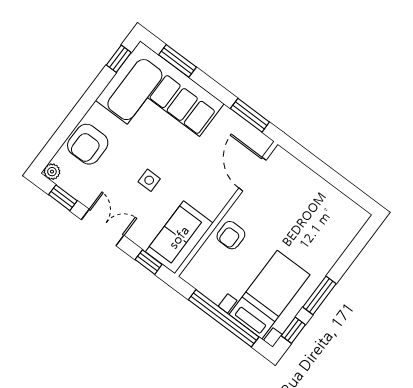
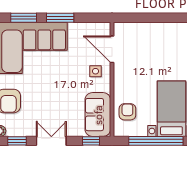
window: (250, 115) -> (60, 18), moved
side table: (149, 180) -> (96, 71), moved
armchair: (231, 235) -> (127, 112), moved, turned 180

